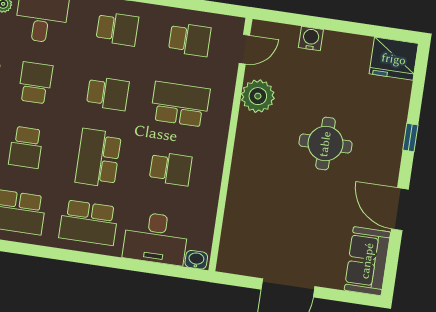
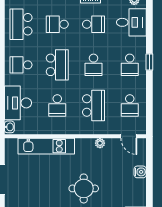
plant: (258, 96) -> (100, 143), width x0.53, depth x0.53
school desk: (98, 158) -> (57, 65), turned 90
kitchen unit: (240, 199) -> (46, 146), added
school desk: (89, 223) -> (21, 65), width x0.54

